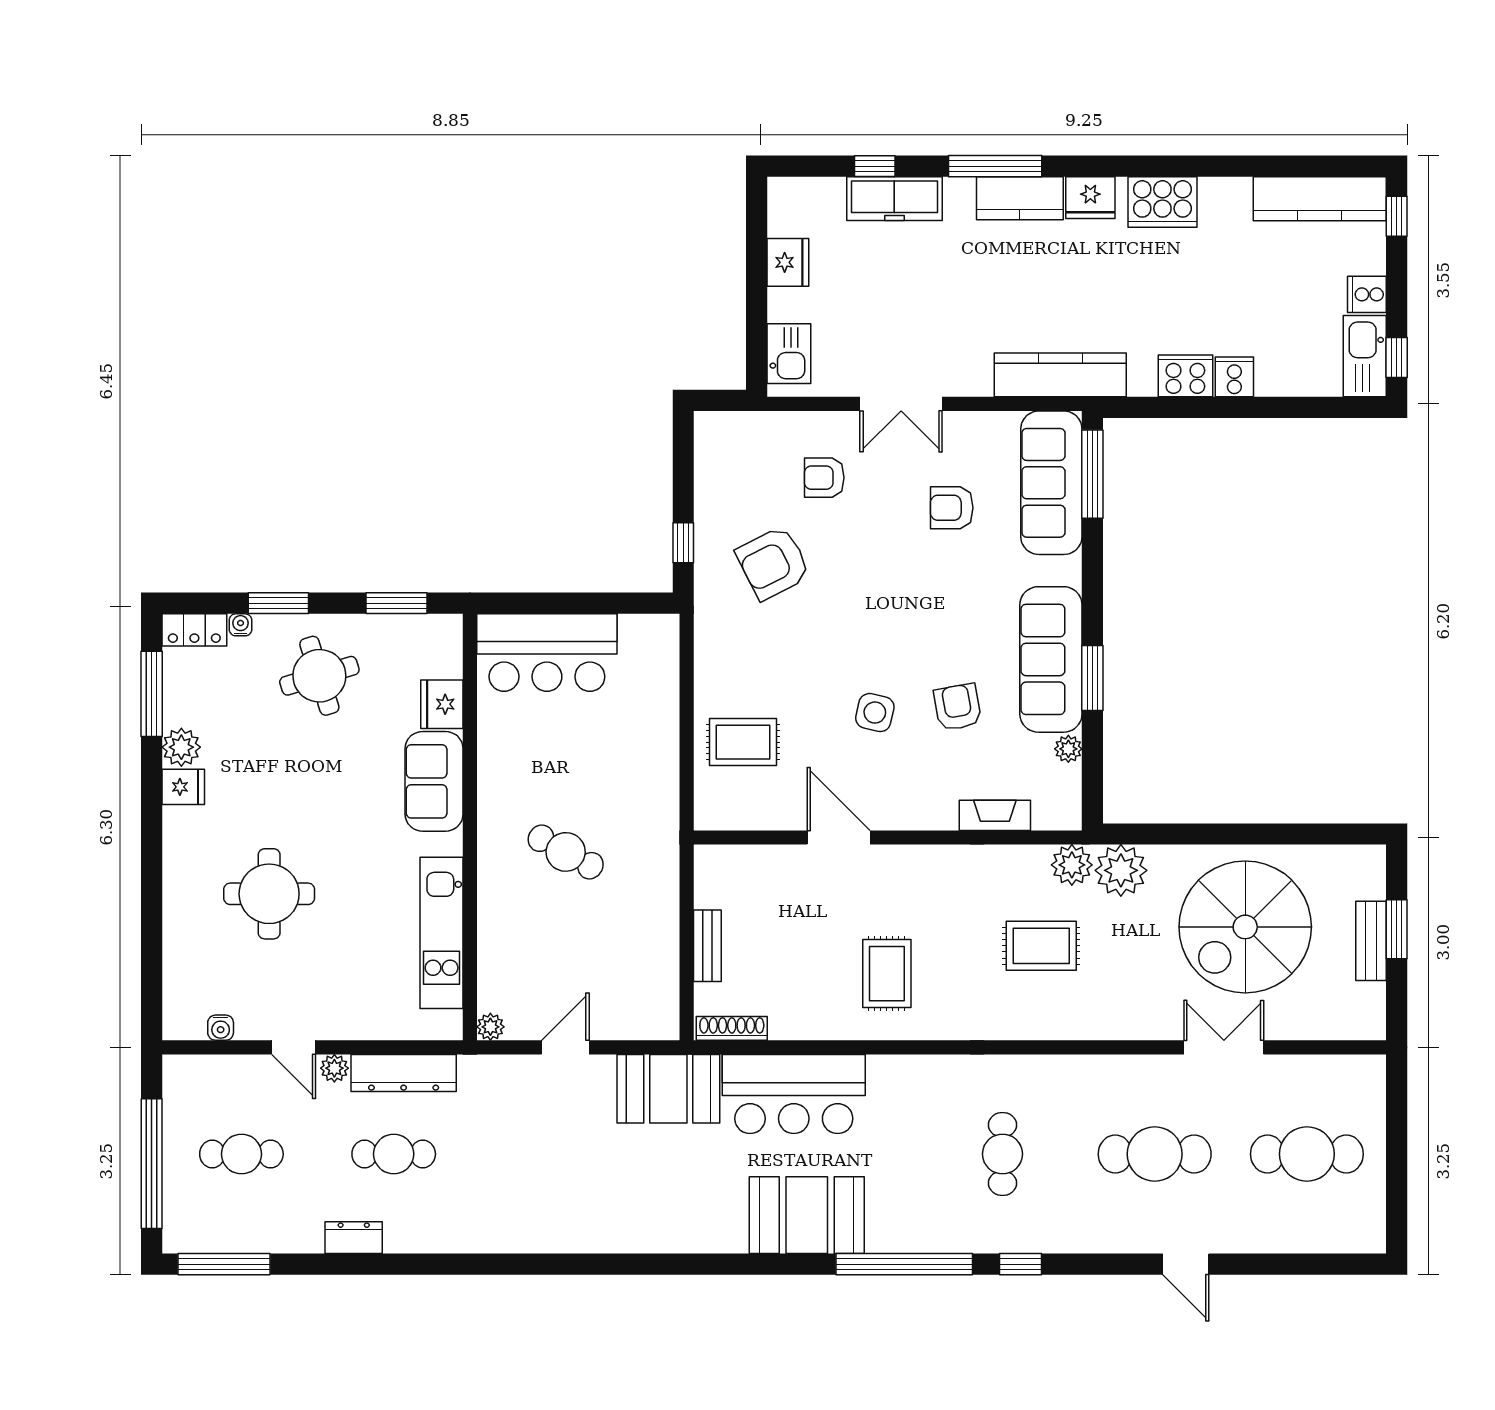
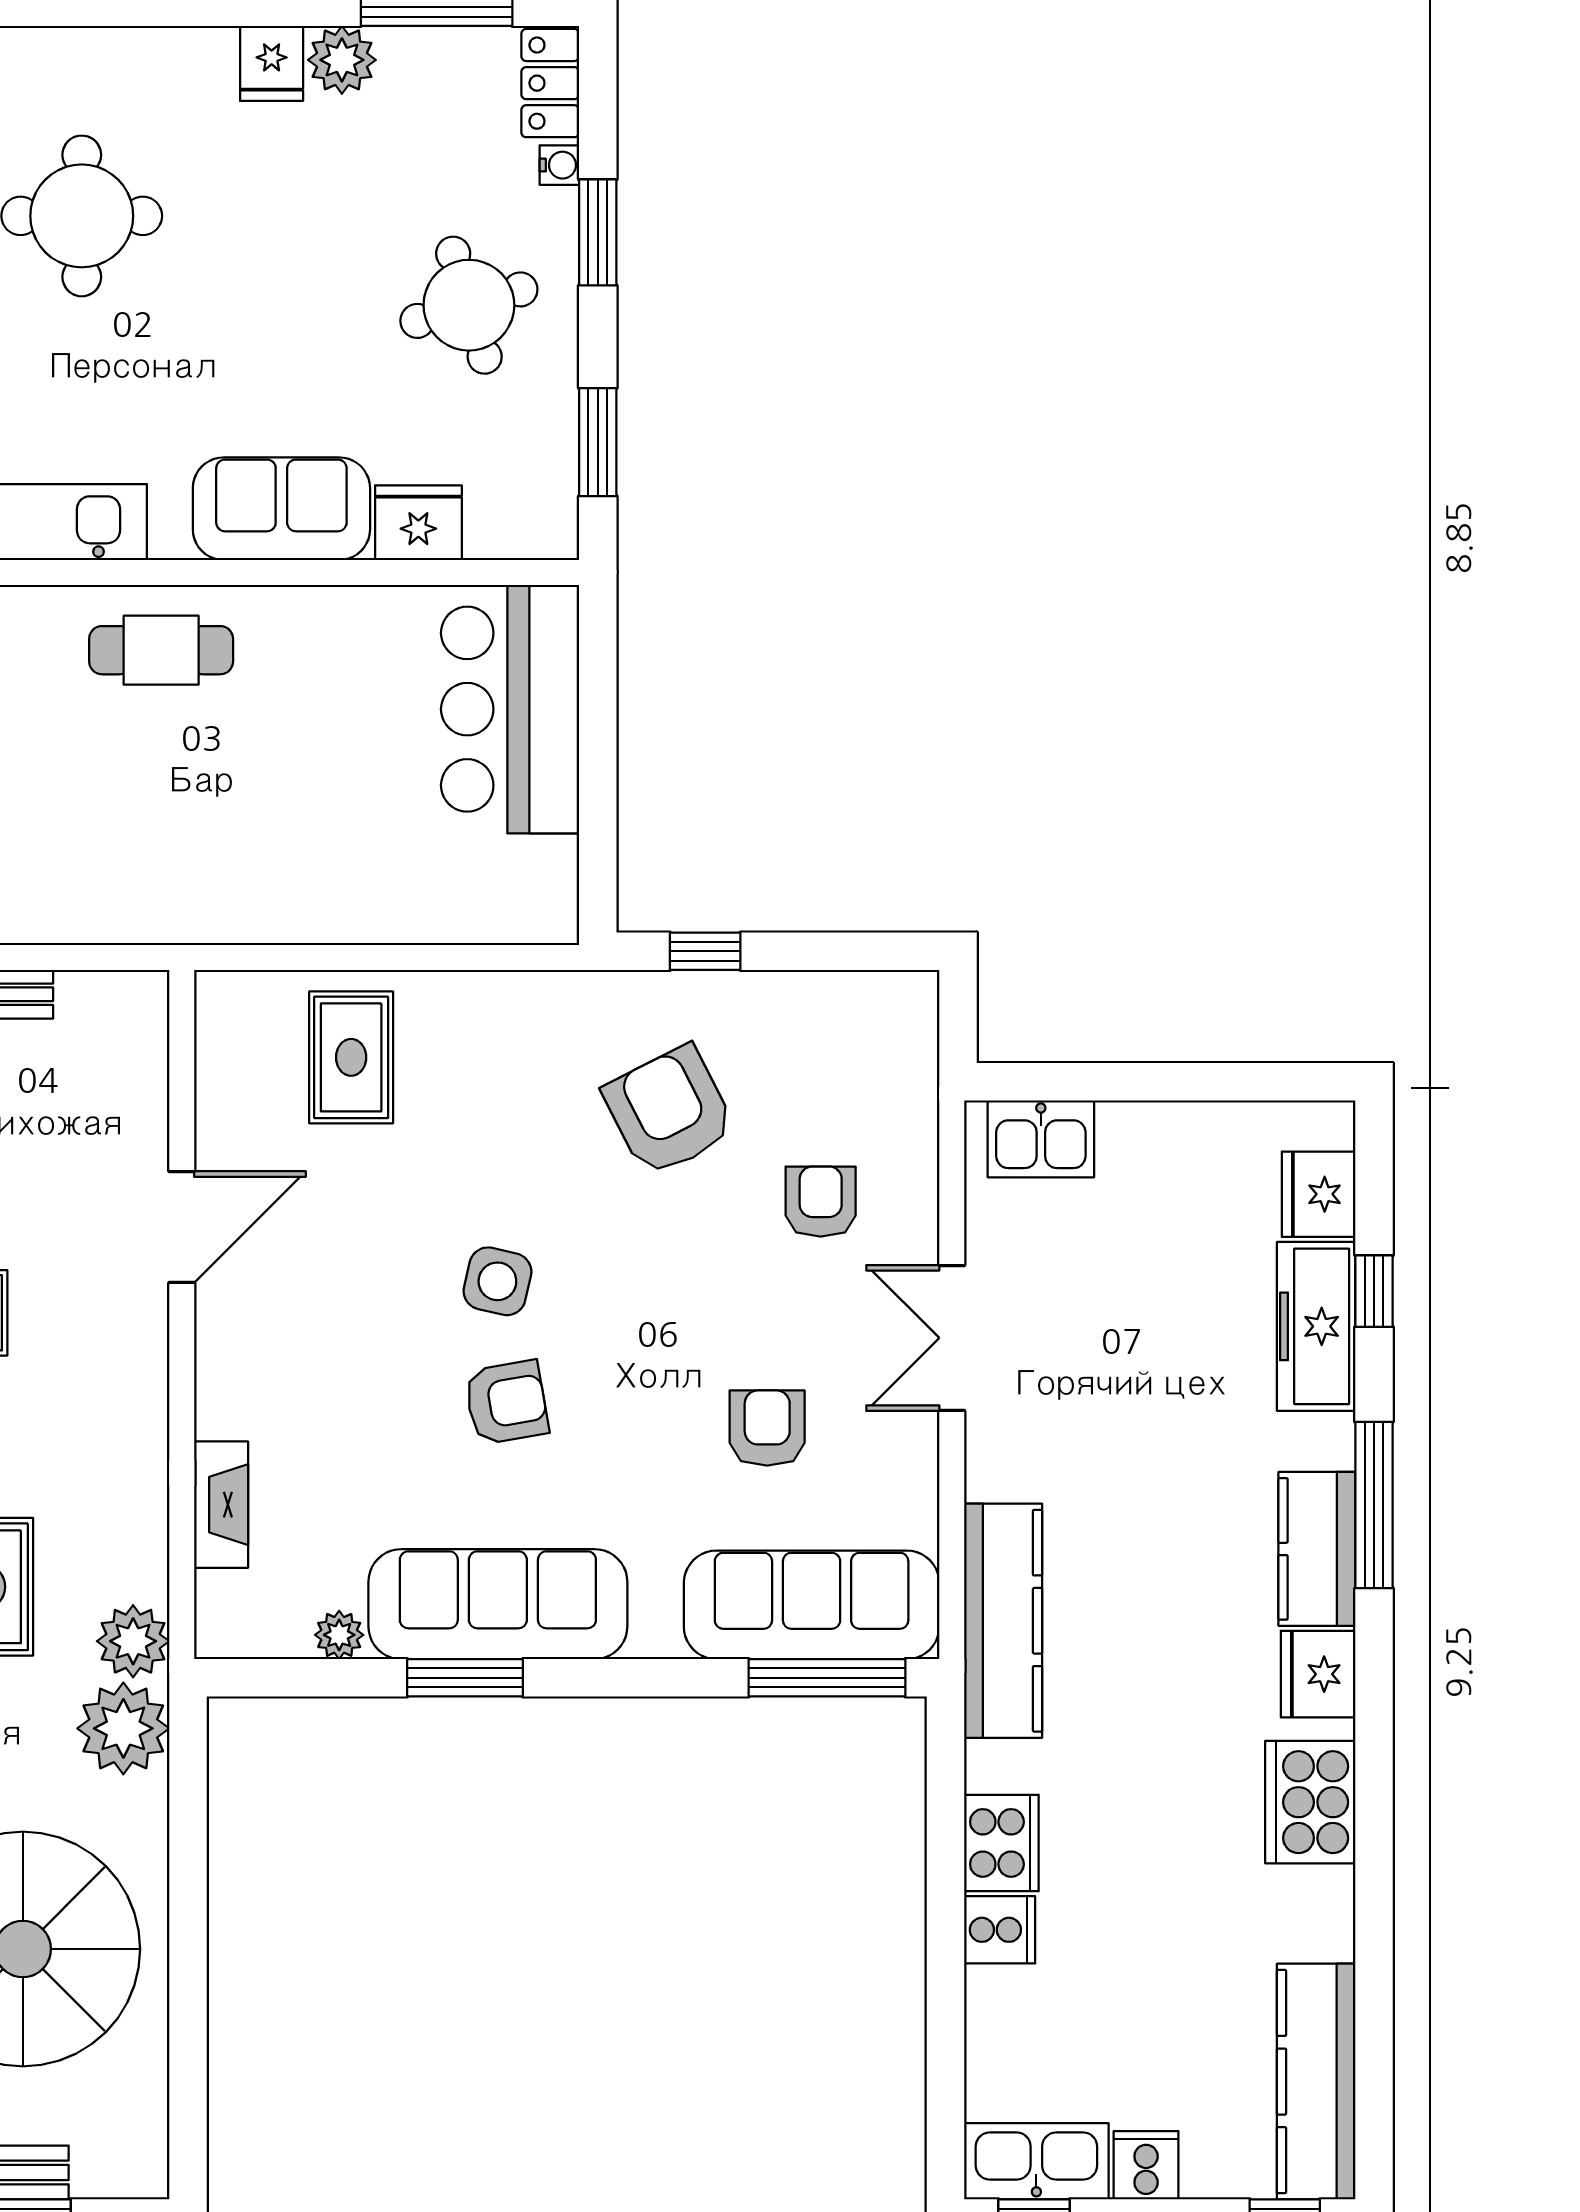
fridge: (788, 262) -> (1319, 1194), moved, turned 90
armchair: (958, 707) -> (506, 1402), moved
side table: (875, 713) -> (497, 1281), moved
cafe table: (566, 852) -> (161, 650), moved, turned 61

